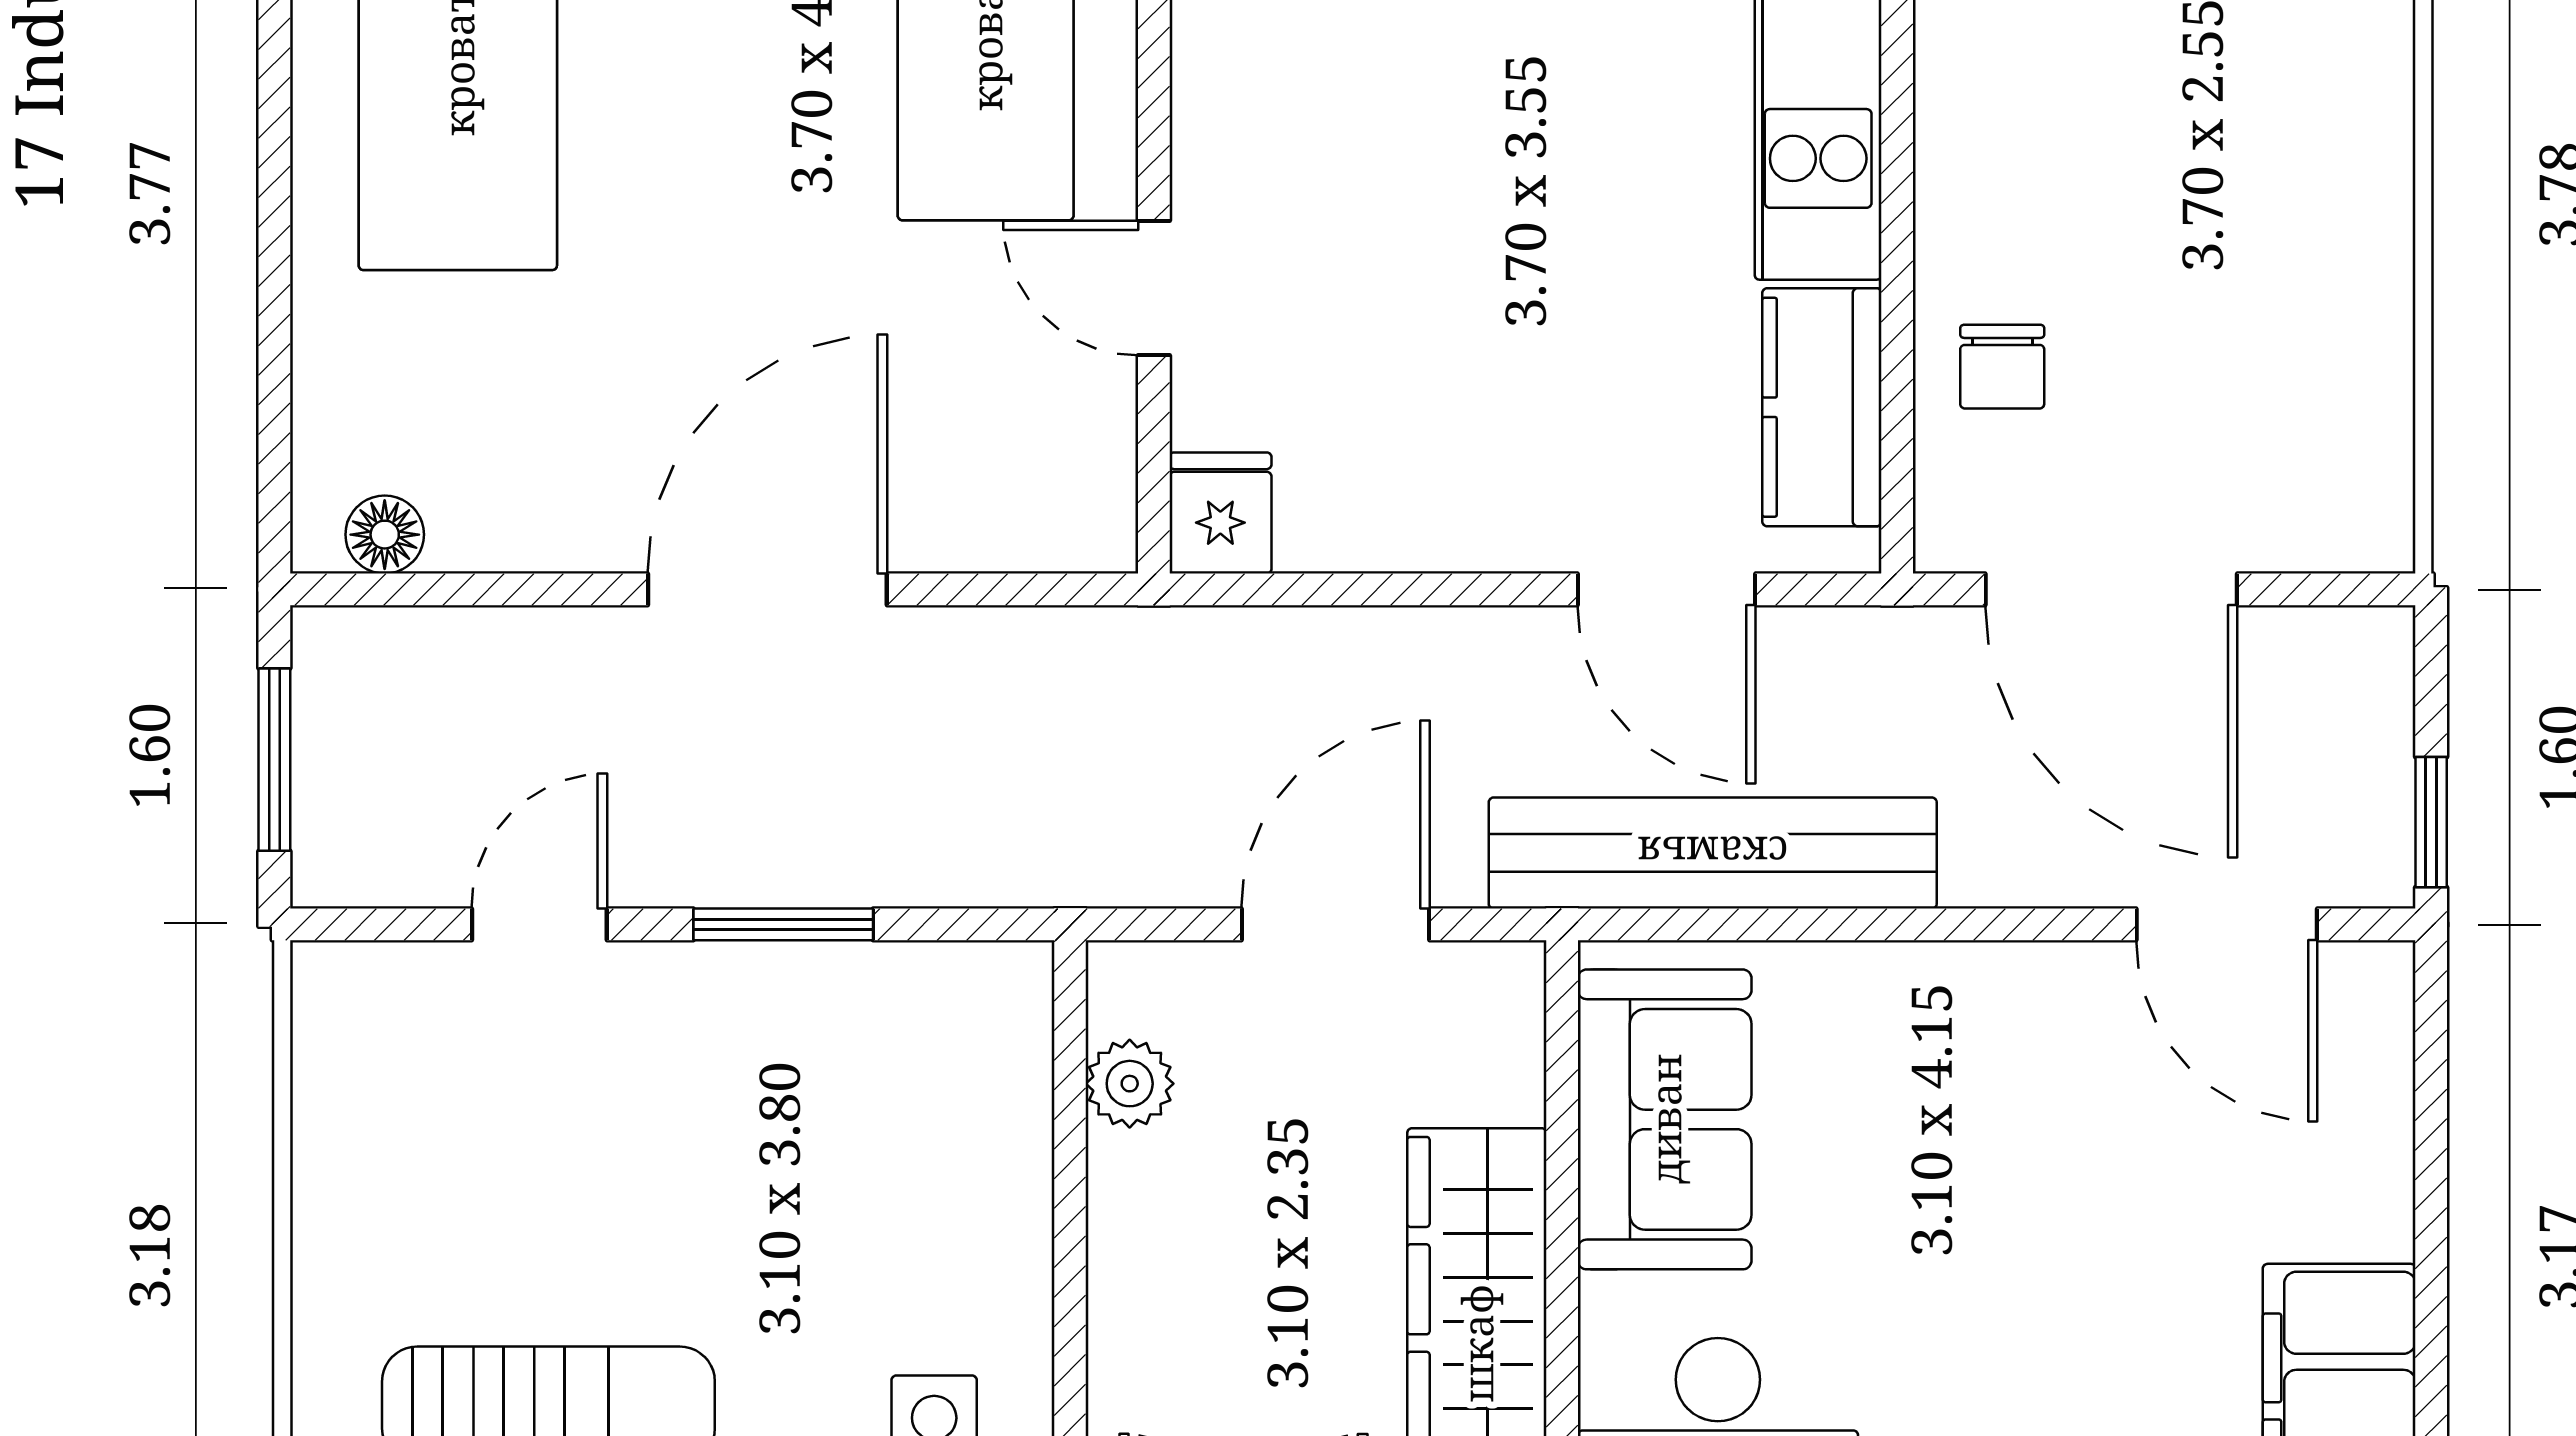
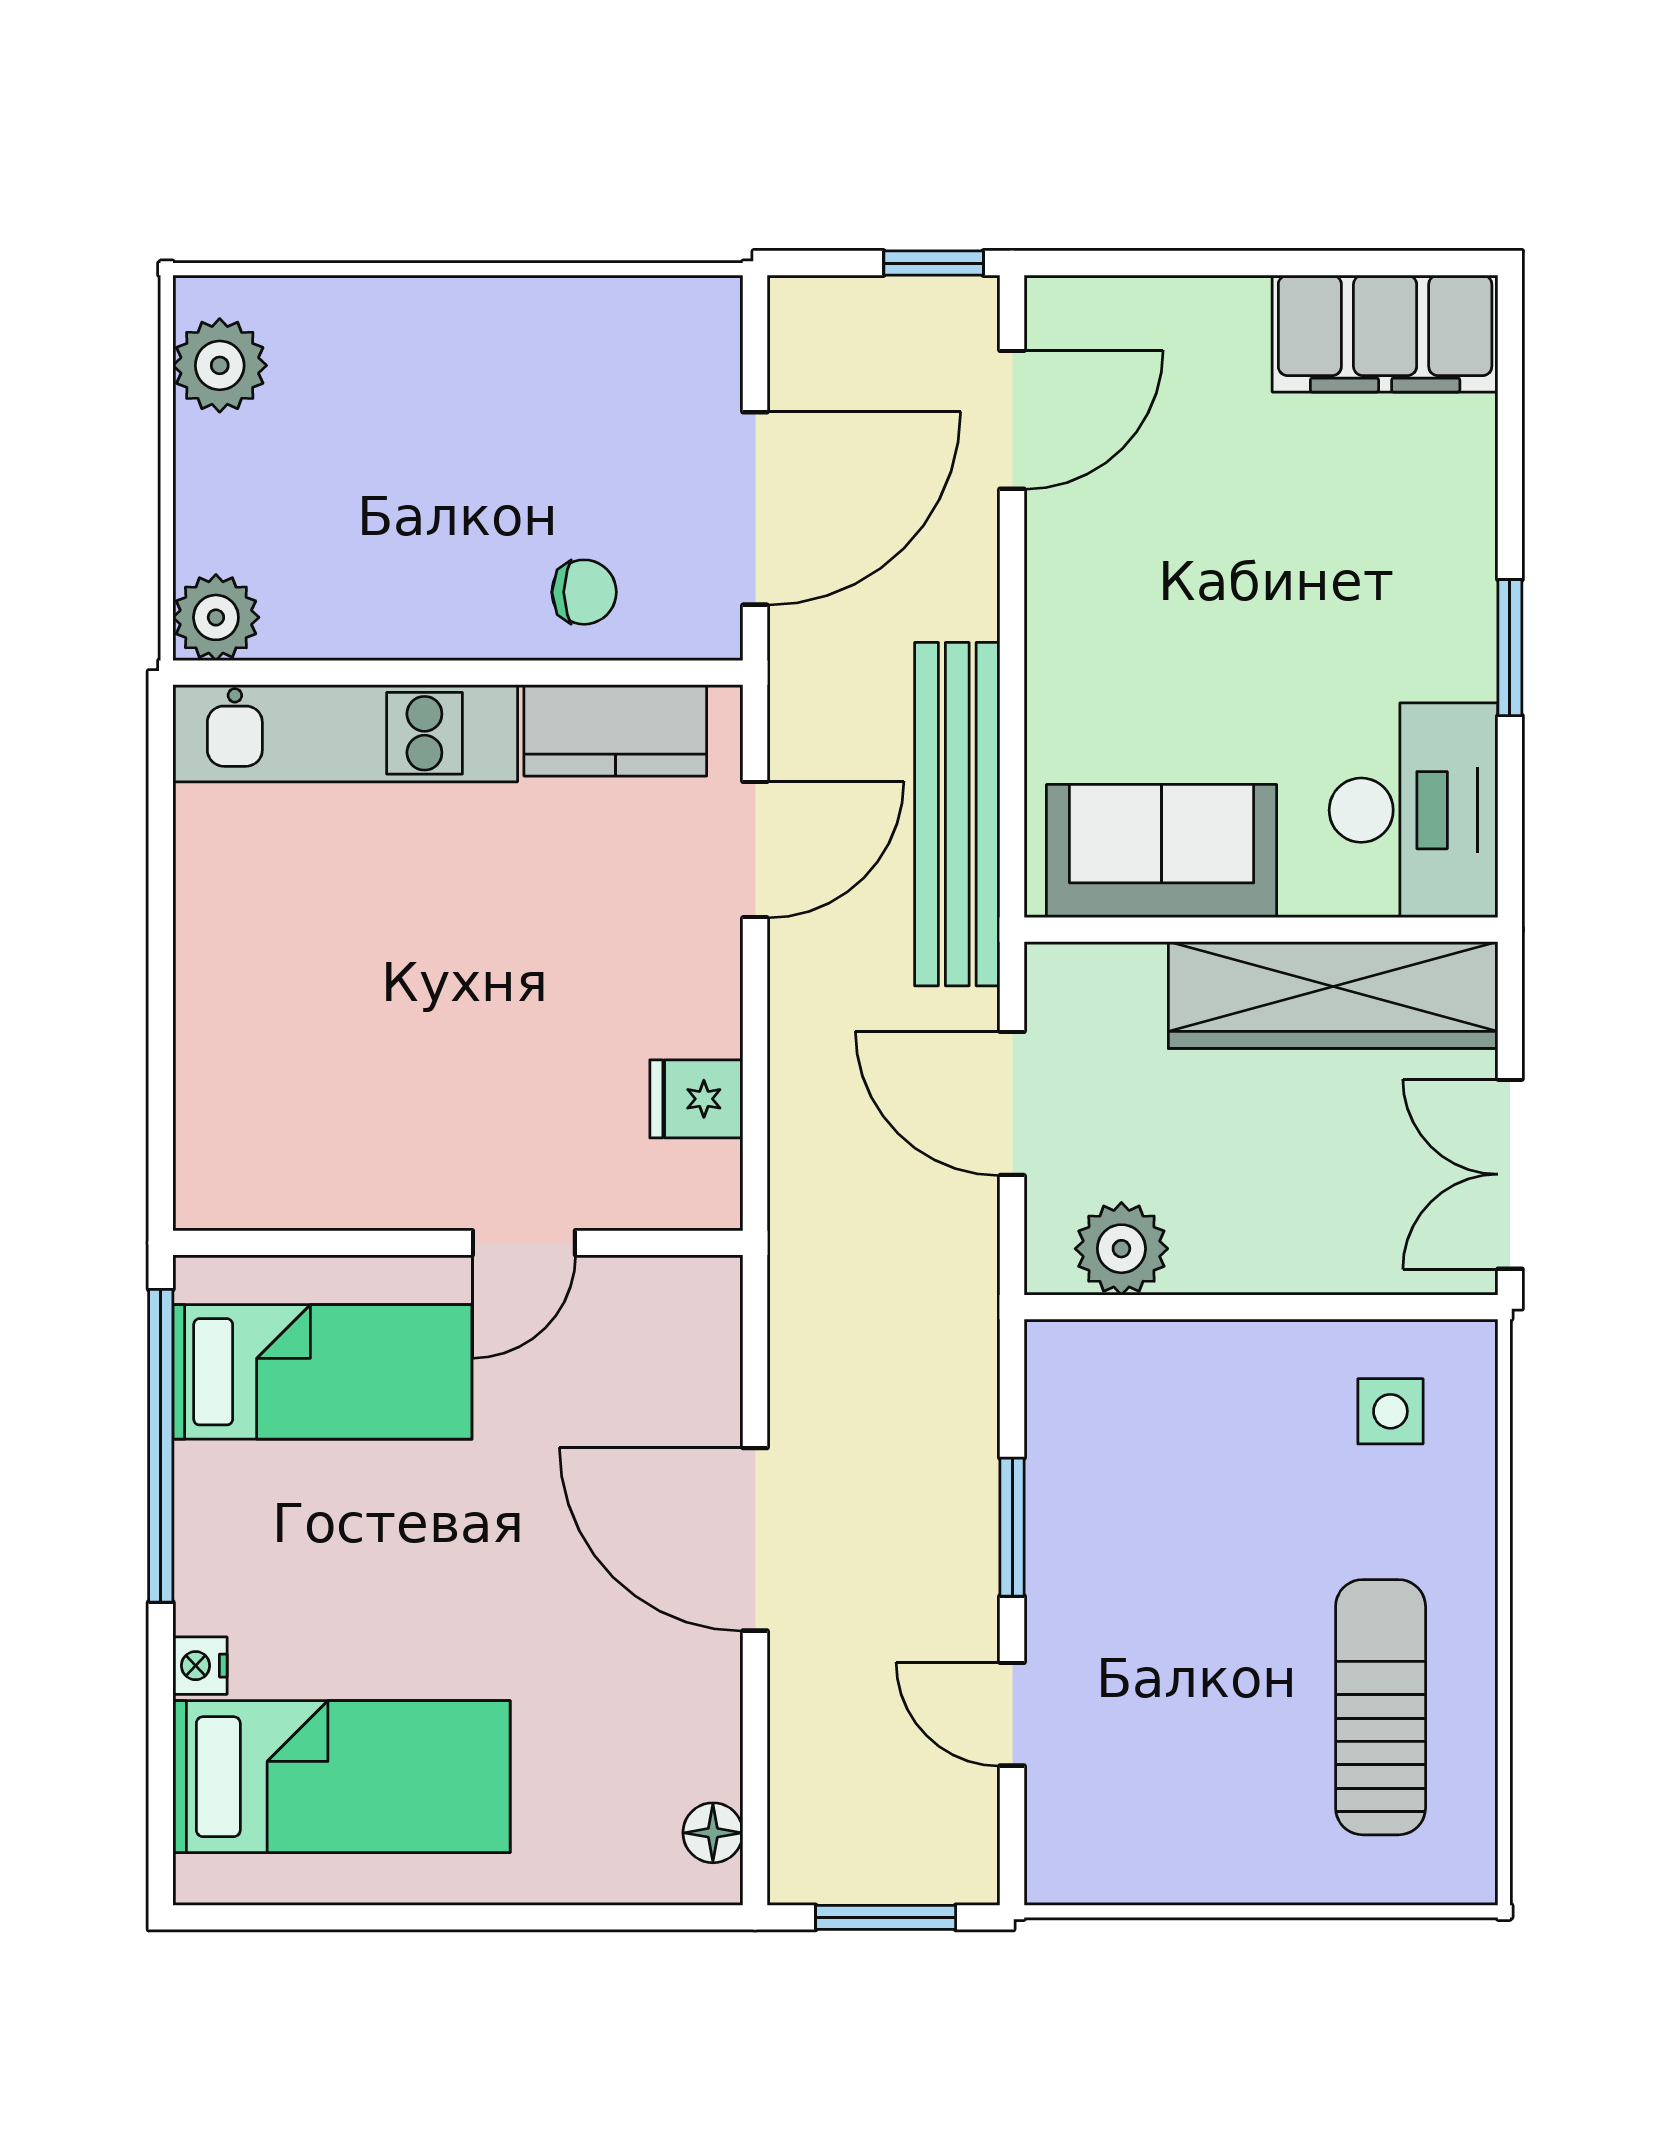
fridge: (1220, 513) -> (696, 1099), moved
plant: (1130, 1084) -> (1121, 1249), width x1.38, depth x1.38

